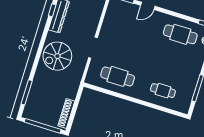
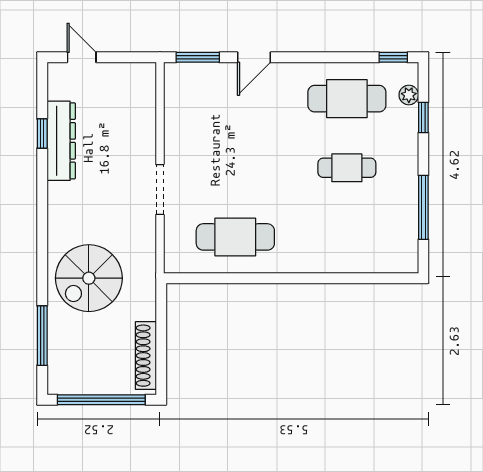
spiral stairs: (57, 56) -> (89, 278), moved
cafe table: (163, 91) -> (347, 168), moved

